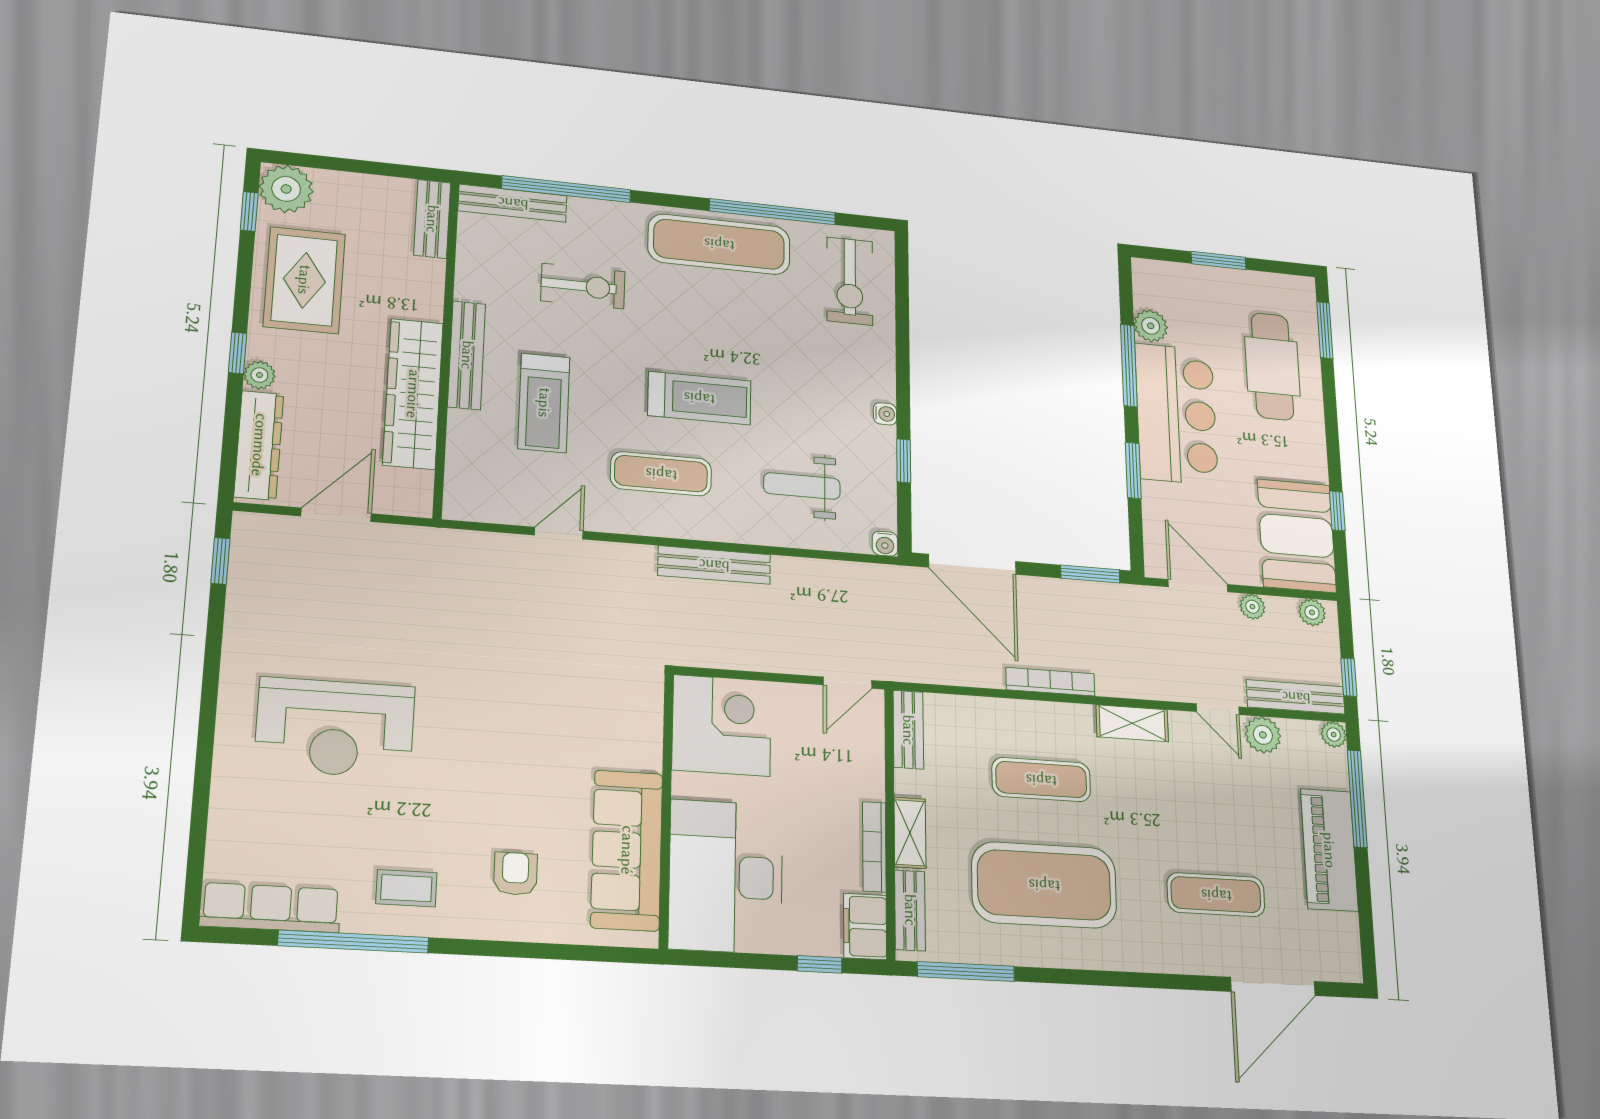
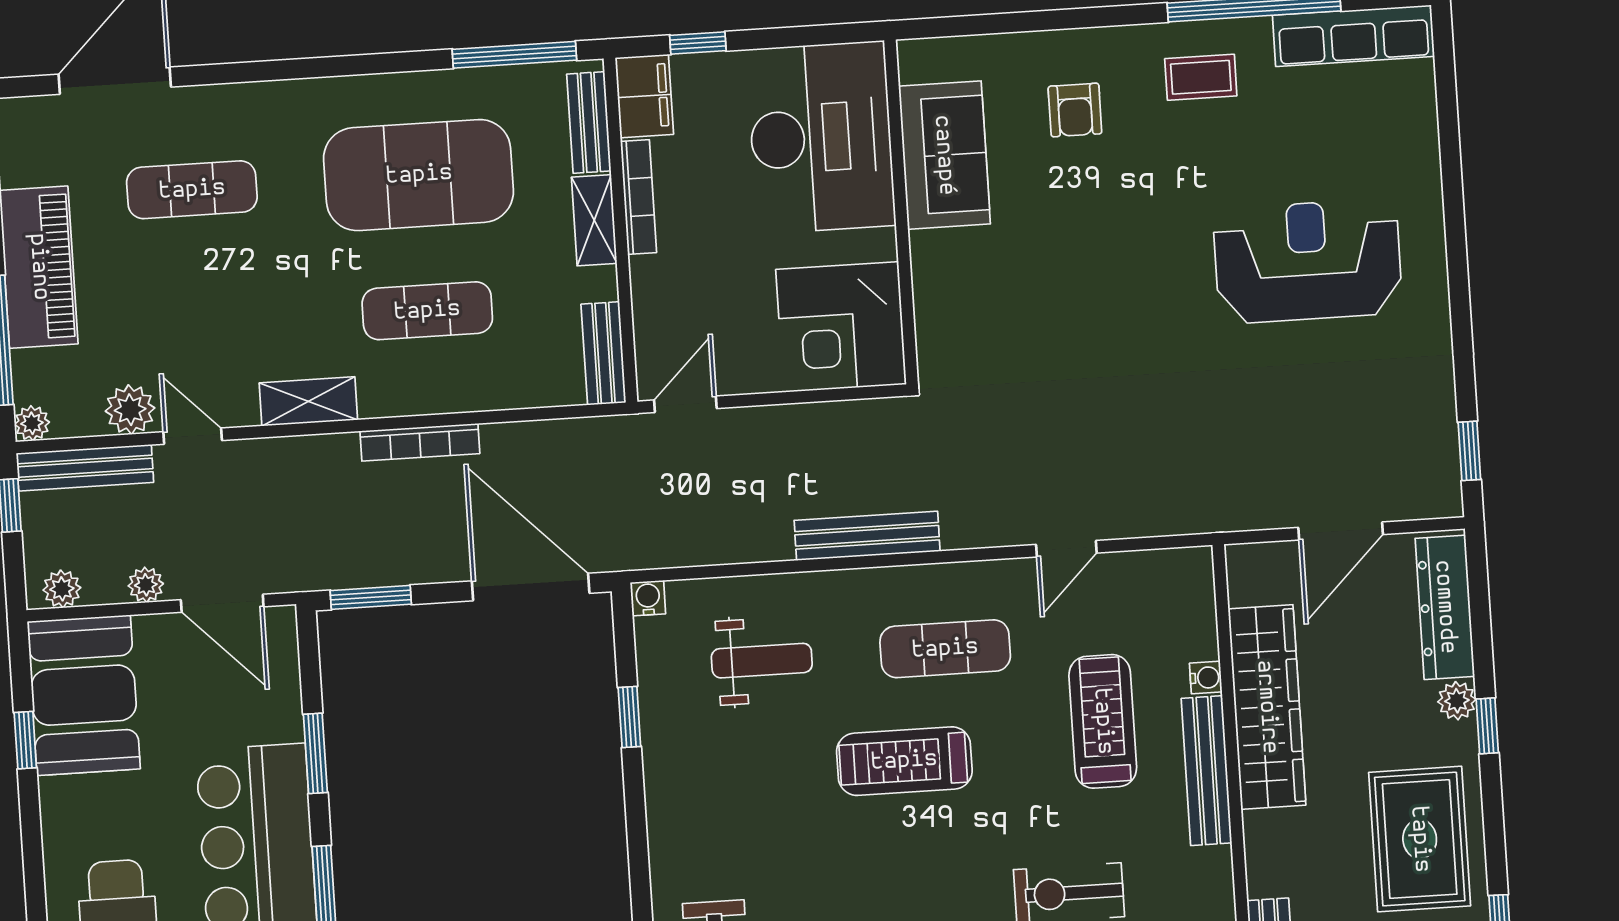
water cooler: (885, 414) -> (1206, 678), moved, turned 180
sofa: (627, 850) -> (944, 155), width x0.73

